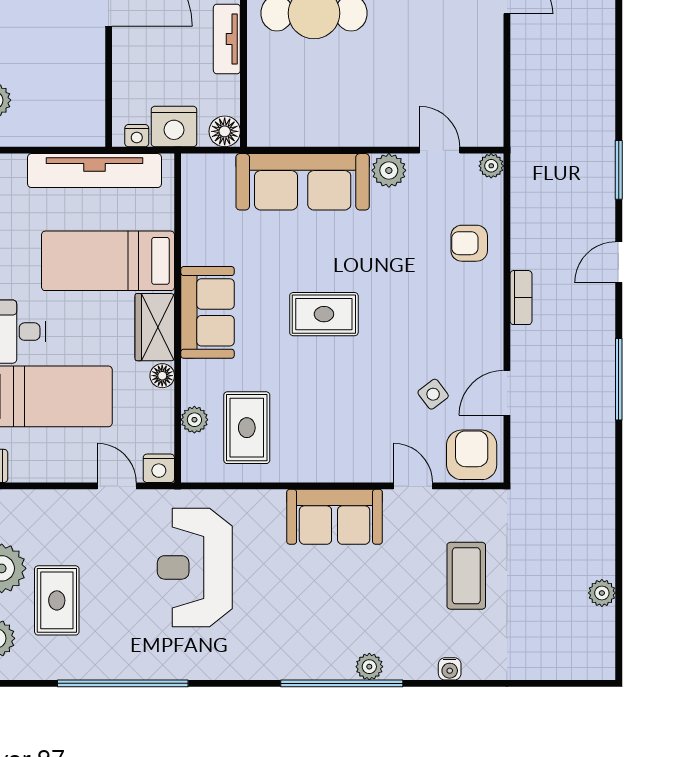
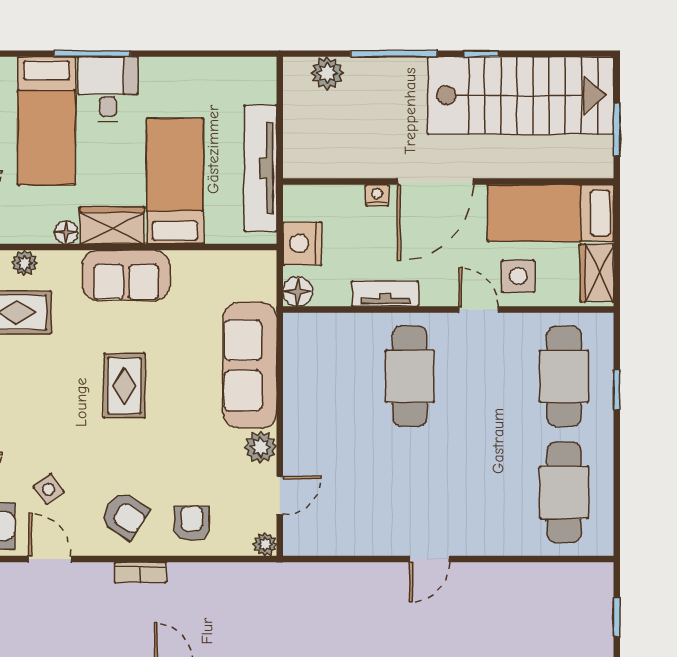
nightstand: (137, 136) -> (377, 195), moved, turned 90
armchair: (461, 314) -> (125, 515), added

